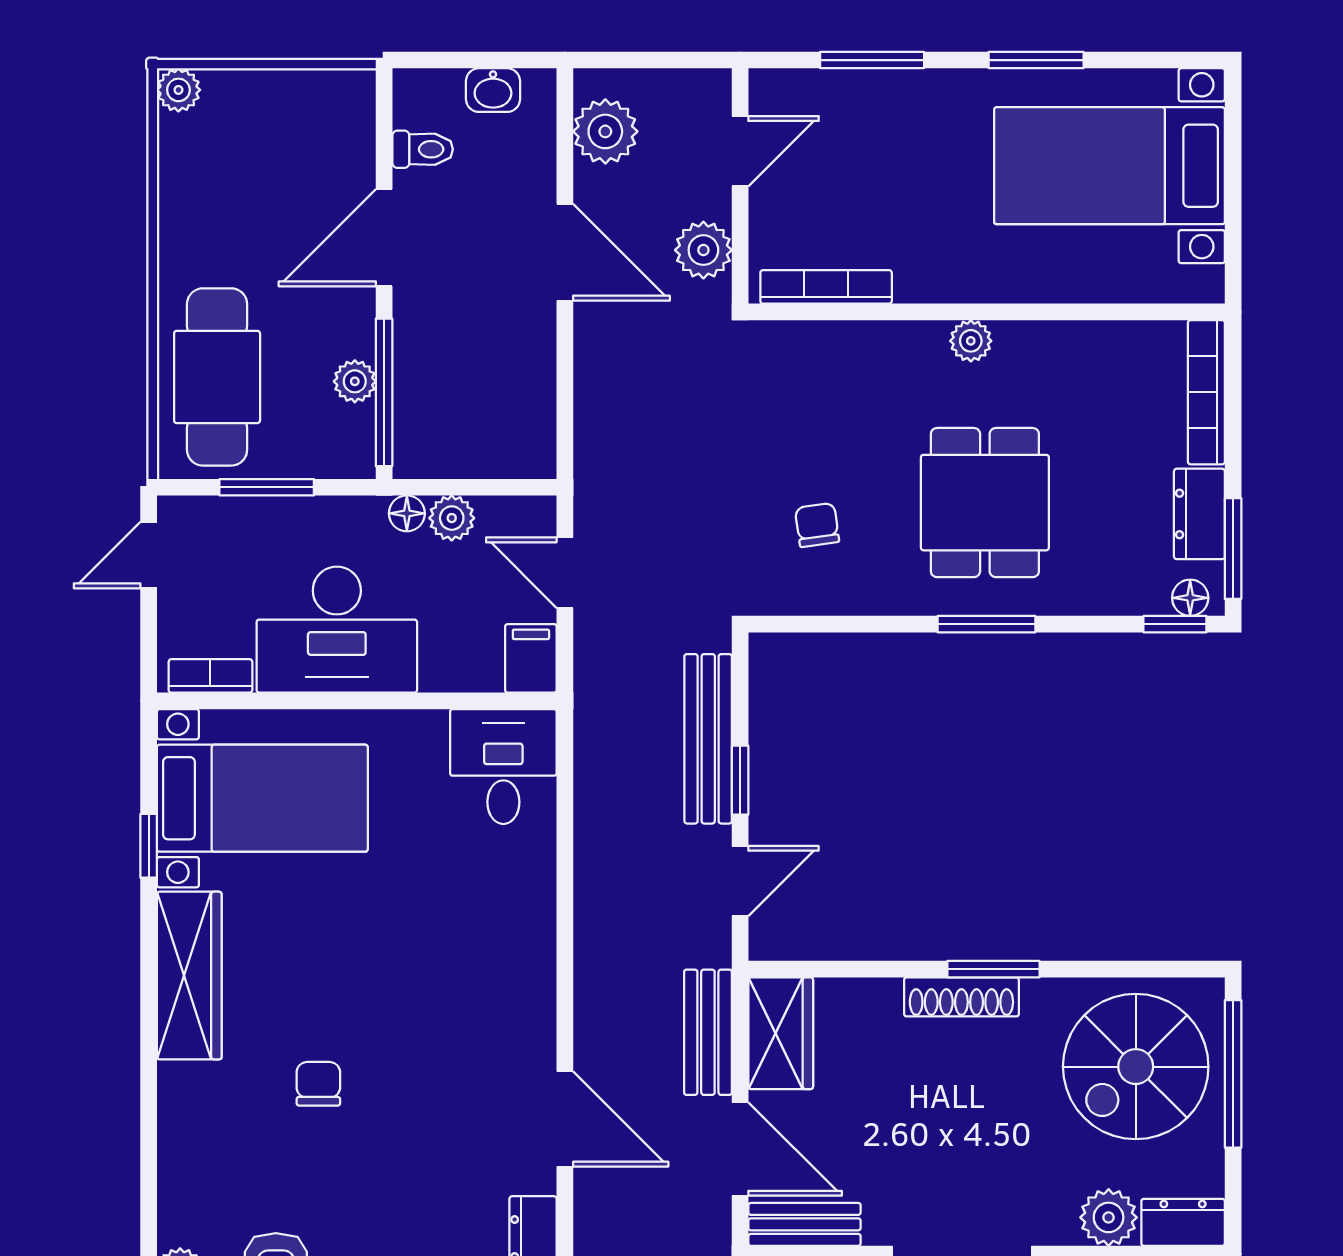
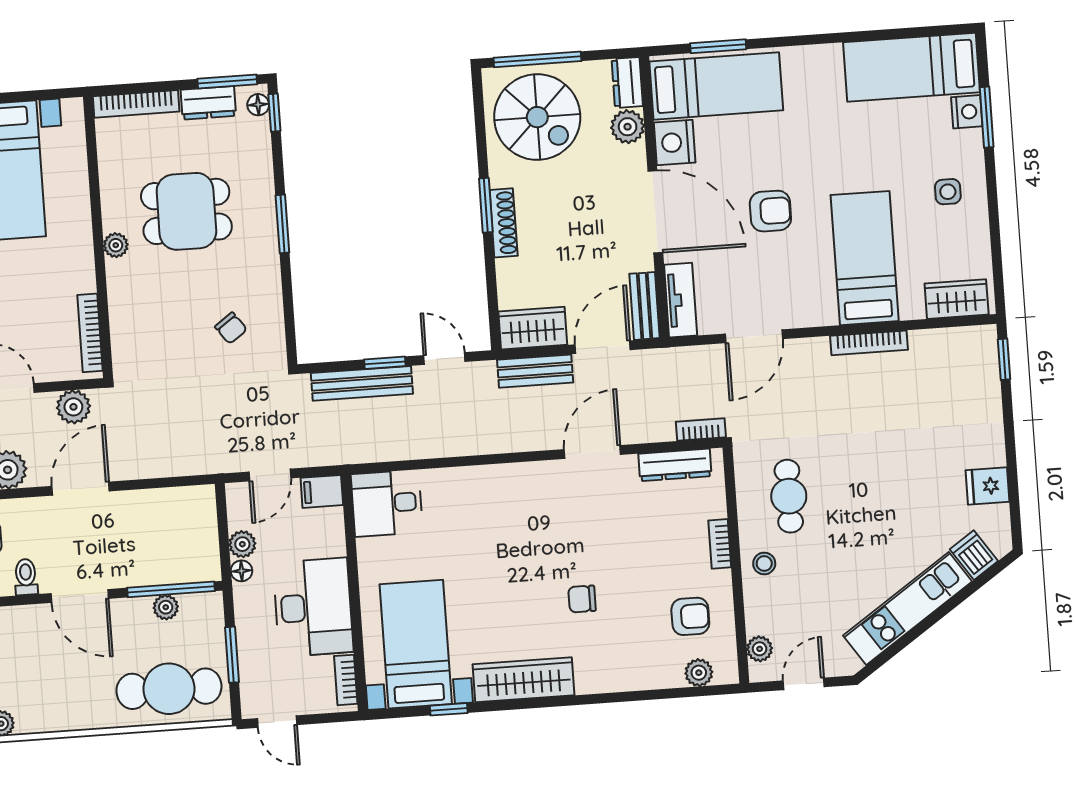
dining table: (985, 503) -> (186, 211), moved
chair: (817, 525) -> (231, 328), turned -118

